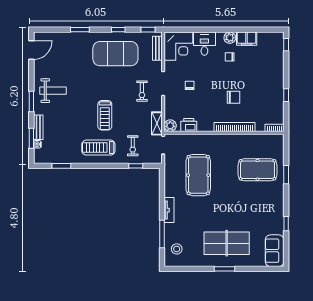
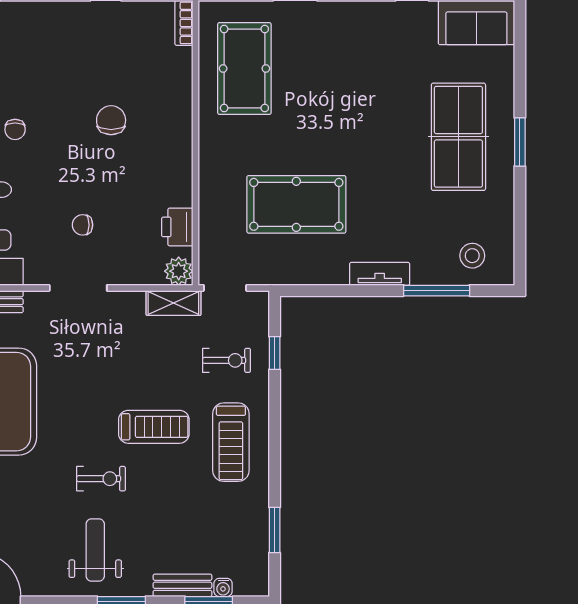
exercise bike: (142, 91) -> (101, 479), moved
bookcase: (234, 127) -> (182, 118), removed
pool table: (257, 170) -> (244, 69), moved

